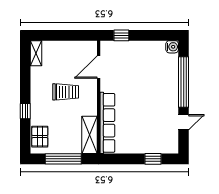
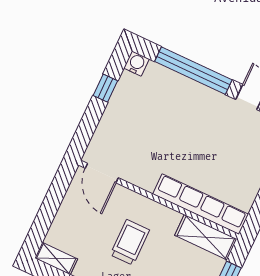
window: (121, 35) -> (105, 88), moved
door: (99, 67) -> (102, 173), moved

